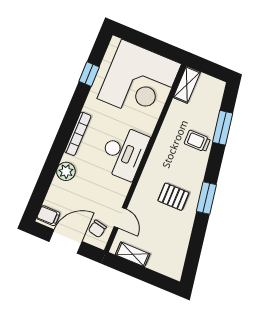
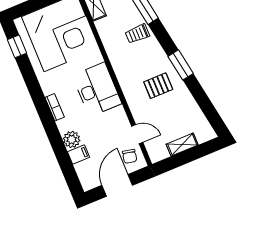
window: (89, 74) -> (17, 46), moved
bookcase: (78, 134) -> (55, 107), width x0.64
filing cabinet: (48, 216) -> (79, 155), moved
shelving: (133, 254) -> (182, 145), moved

